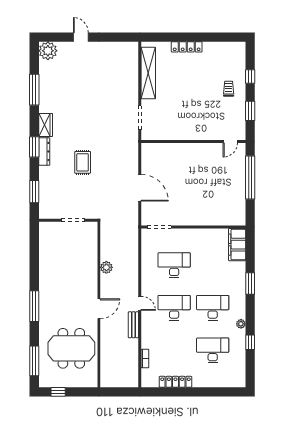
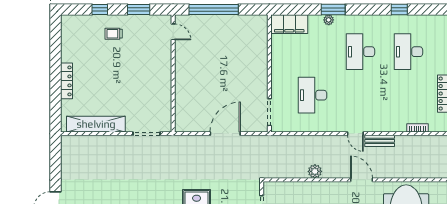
door: (140, 303) -> (355, 134), swing flipped
desk: (174, 308) -> (360, 95), removed
plant: (241, 324) -> (329, 20), moved

